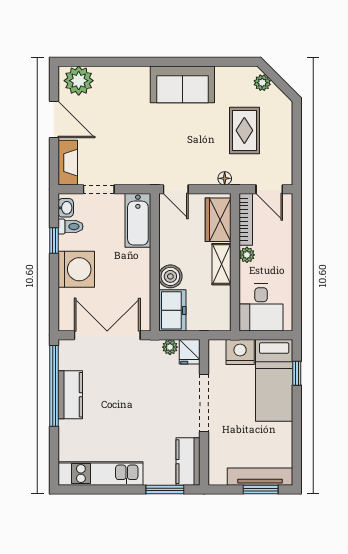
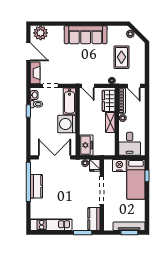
sofa: (182, 84) -> (86, 35), width x1.36
washing machine: (76, 269) -> (67, 124), moved, turned 180
boiler: (170, 276) -> (85, 129), removed

